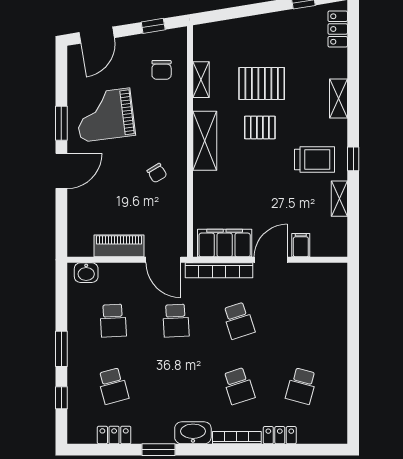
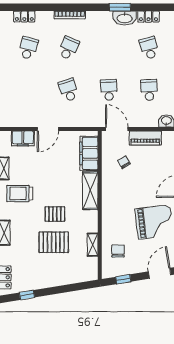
shelving: (205, 141) -> (90, 191), moved
chair: (157, 173) -> (124, 162), moved
filing cabinet: (225, 243) -> (89, 153), moved, turned 90
filing cabinet: (301, 245) -> (23, 138), width x2.00
bookcase: (219, 270) -> (81, 122), removed
school desk: (239, 386) -> (68, 48), turned 42
washbasin: (193, 433) -> (125, 18), moved
locker: (280, 435) -> (24, 16), moved

